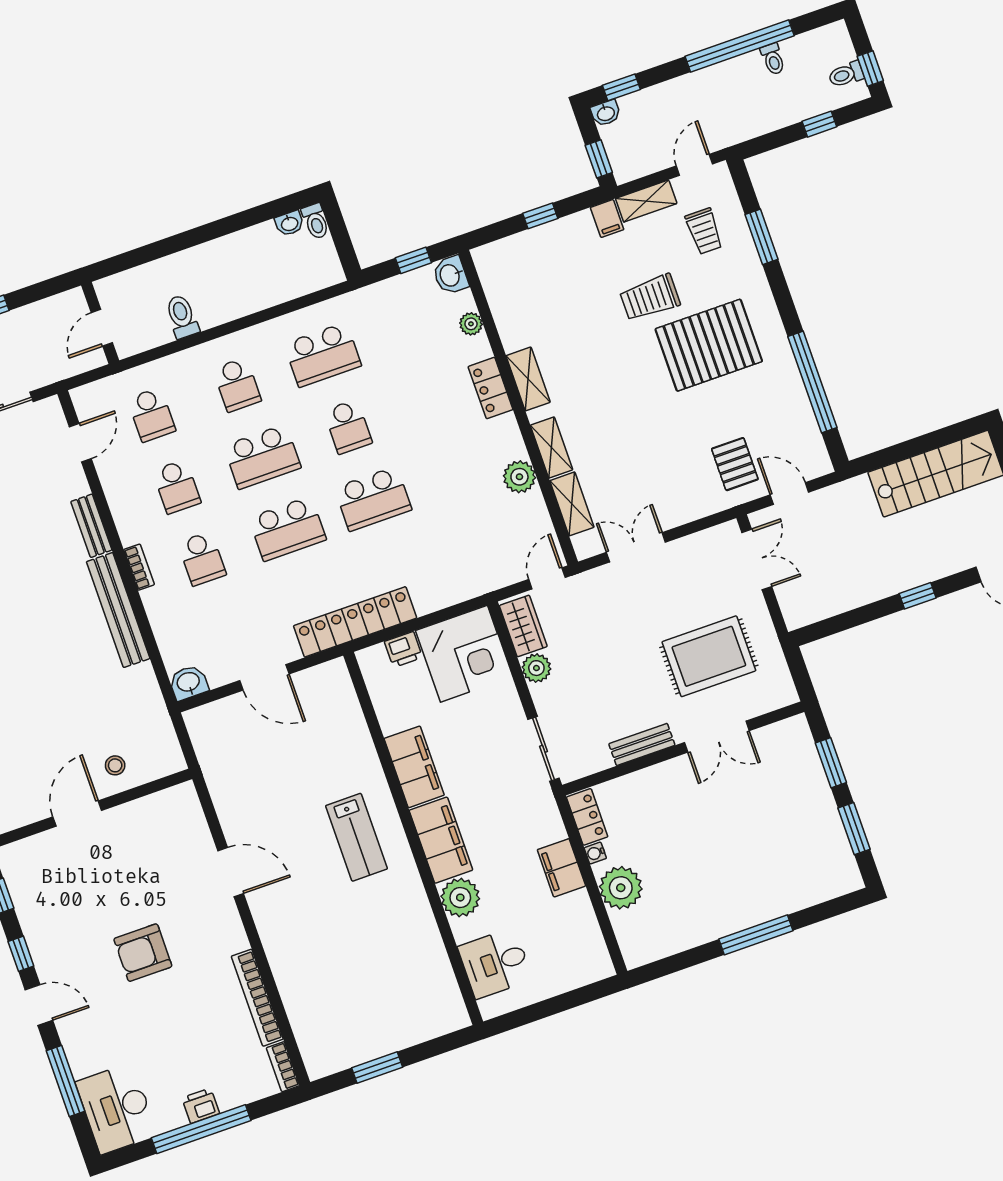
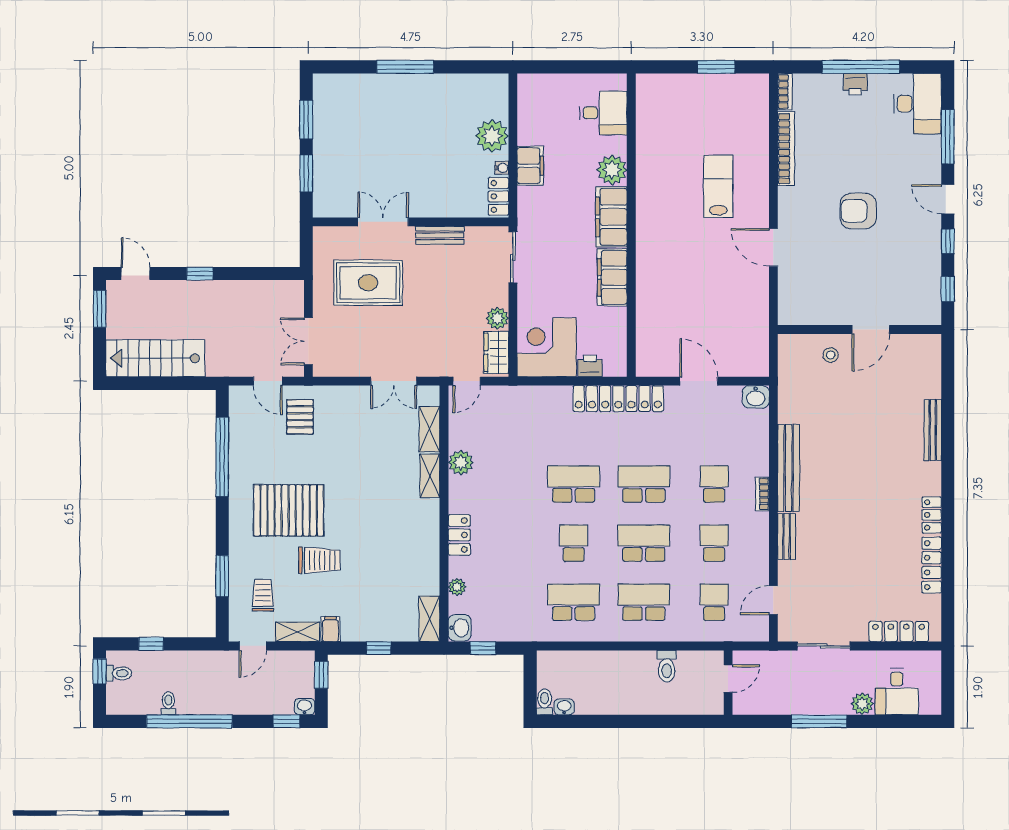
shelving: (528, 379) -> (429, 619), moved
school desk: (237, 385) -> (644, 602), width x1.85
lab bench: (357, 837) -> (718, 186), moved
armchair: (143, 953) -> (858, 211), turned 180

